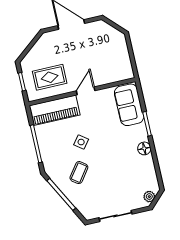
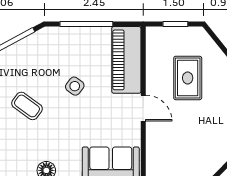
rug: (50, 77) -> (188, 78), moved
coffee table: (79, 173) -> (27, 106), moved

